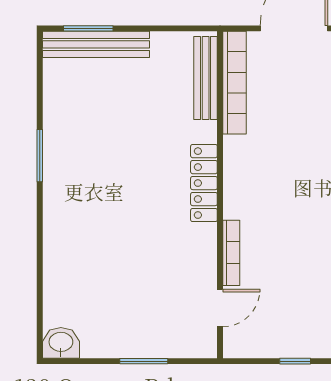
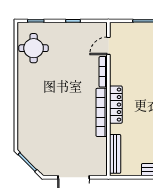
bookcase: (234, 83) -> (102, 112), moved

